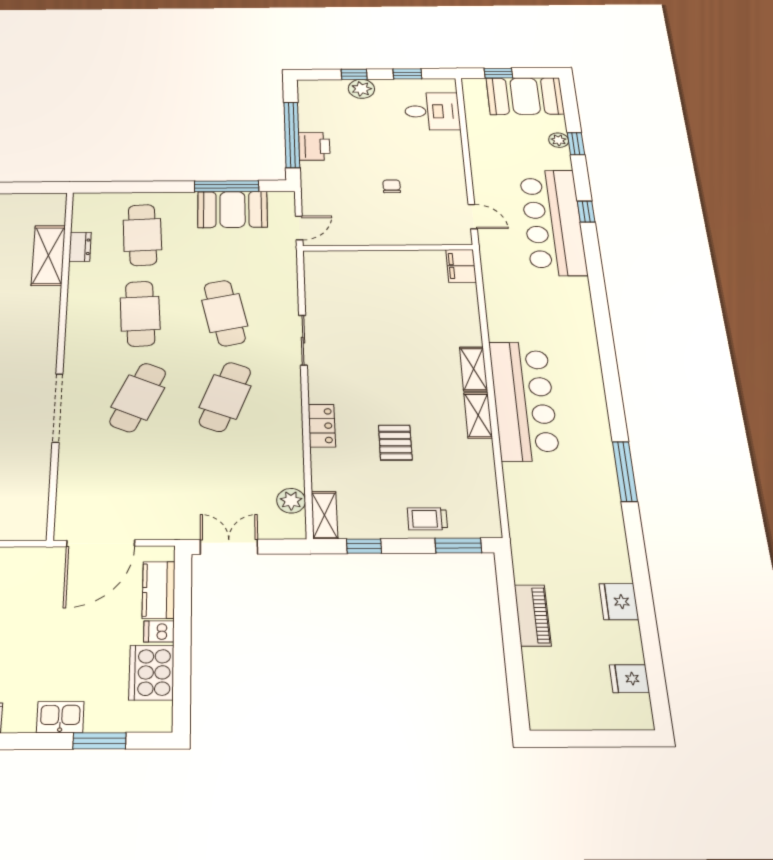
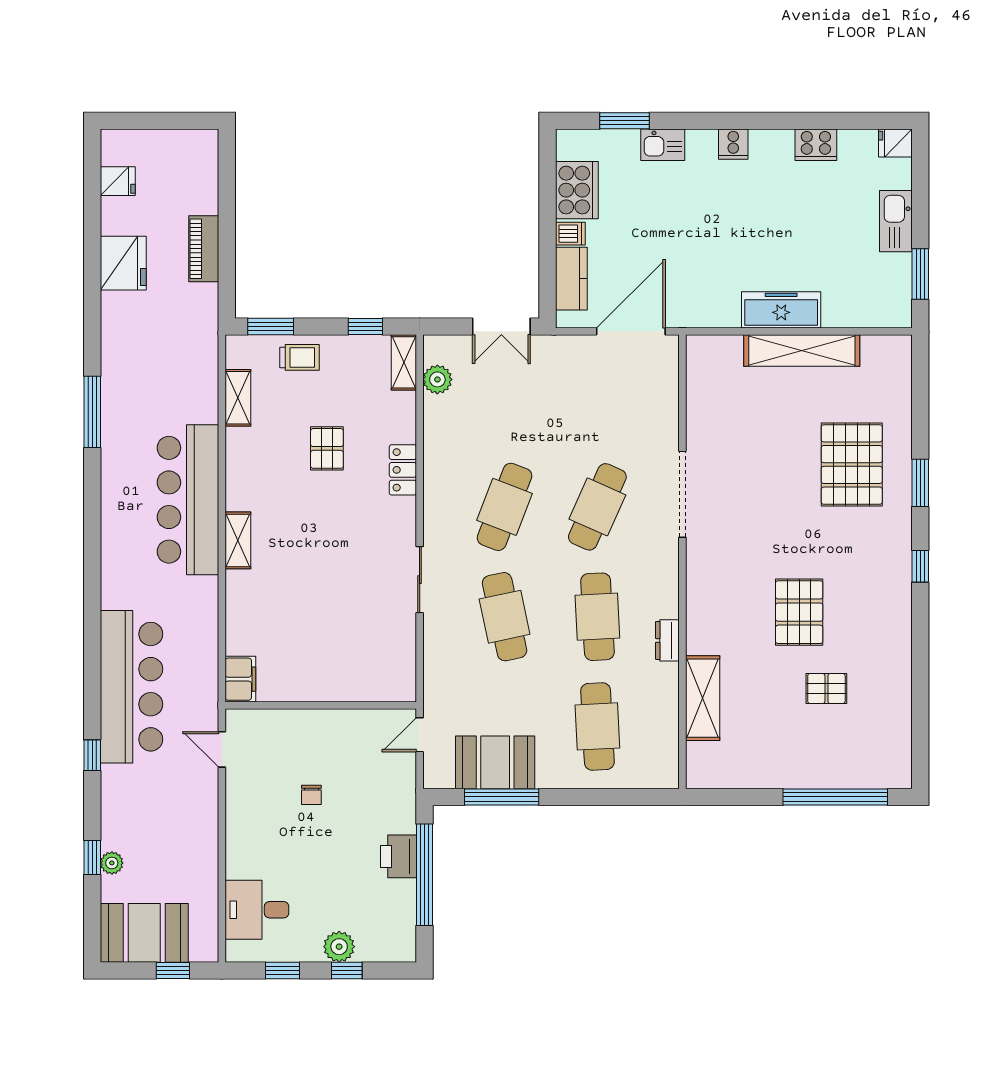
bar counter: (553, 222) -> (131, 687), moved
dresser: (80, 247) -> (667, 640), moved
shelving: (478, 415) -> (238, 398), moved
fridge: (619, 602) -> (123, 263), width x1.36, depth x1.34

